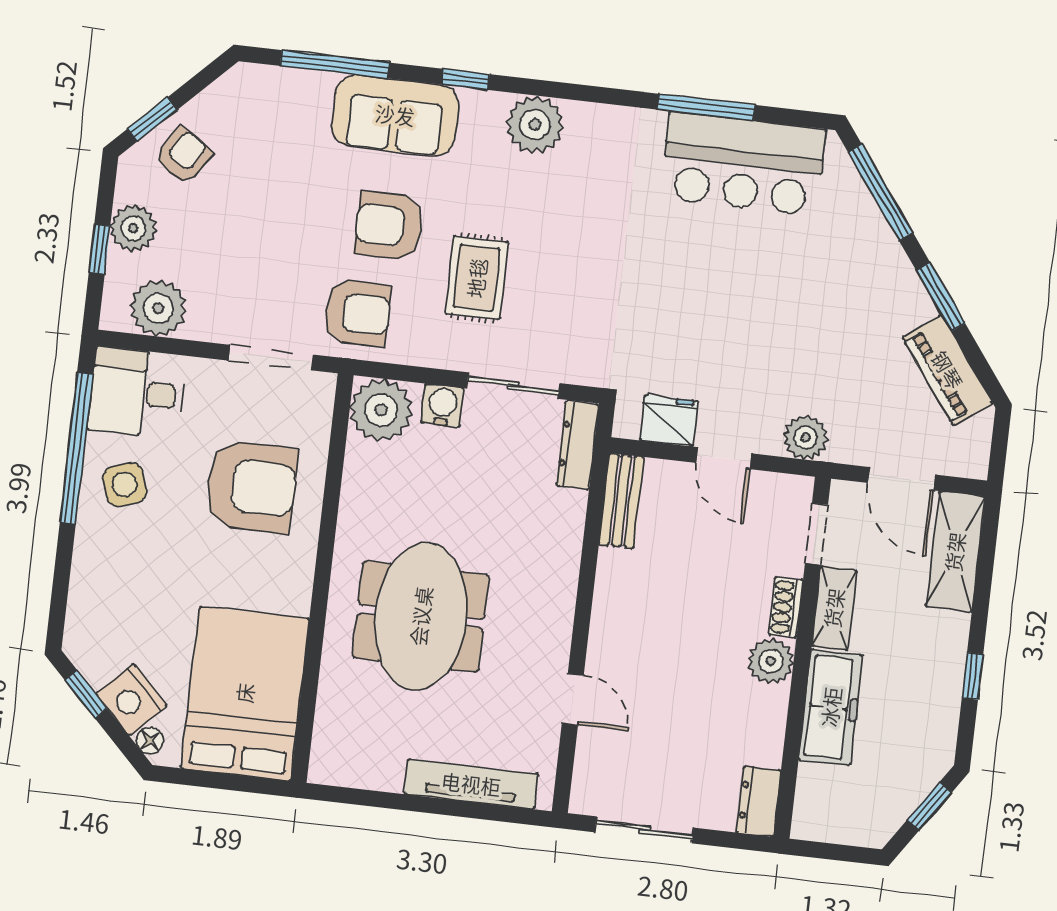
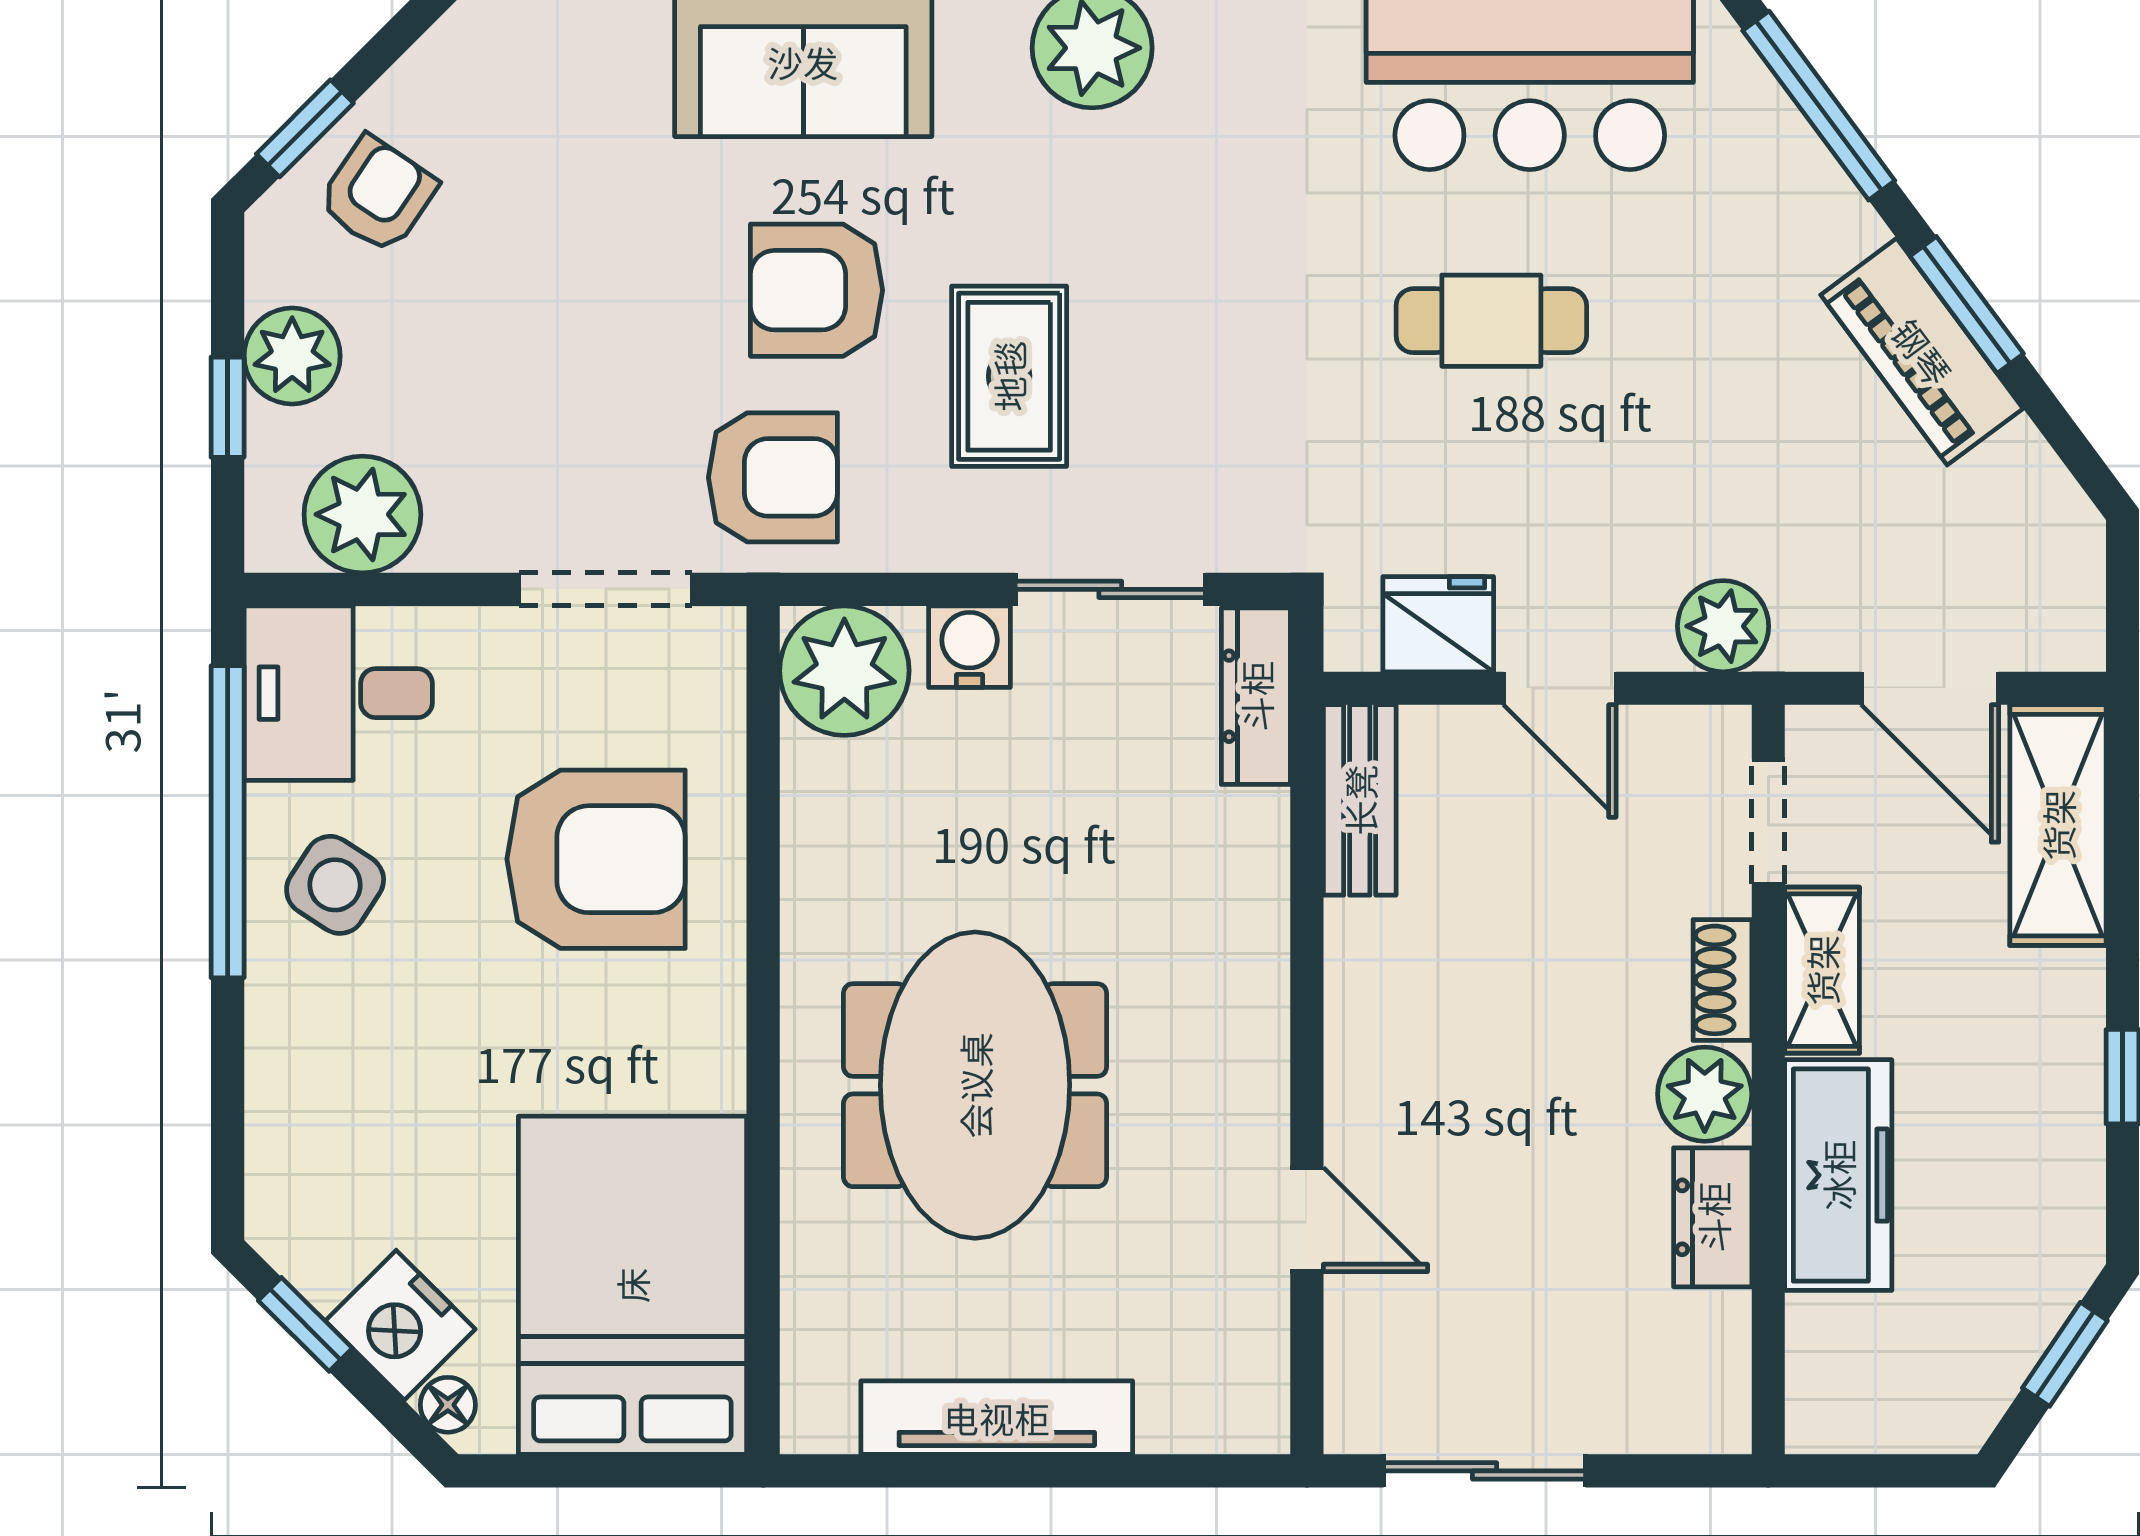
cafe table: (711, 278) -> (1491, 321), added
piano: (947, 370) -> (1922, 352), moved
side table: (125, 485) -> (335, 885), turned -38
tv unit: (471, 784) -> (997, 1418), moved
dresser: (759, 801) -> (1713, 1217), moved

